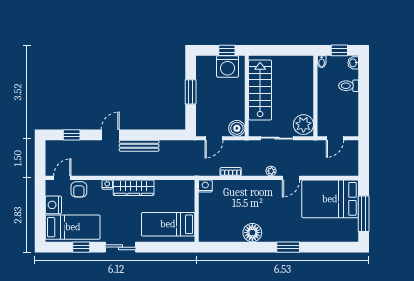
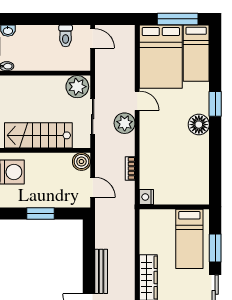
toilet: (349, 86) -> (66, 36), moved
door: (335, 138) -> (93, 38), moved
plant: (271, 171) -> (125, 123), width x1.88, depth x1.88
bed: (333, 230) -> (196, 53), added
floor lamp: (252, 233) -> (199, 125), moved
window: (160, 247) -> (215, 248), added

